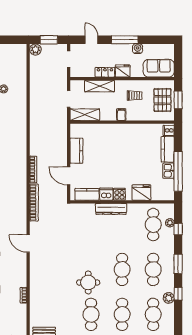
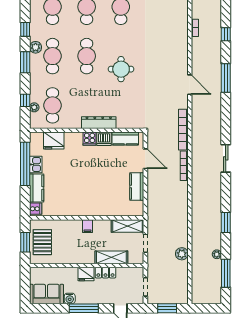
plant: (35, 50) -> (182, 254), moved
sofa: (159, 68) -> (47, 294), moved, turned 180
trolley: (135, 96) -> (73, 247), removed
fridge: (141, 192) -> (54, 141), moved
round table: (88, 282) -> (121, 69), moved
plant: (169, 298) -> (36, 47), moved

